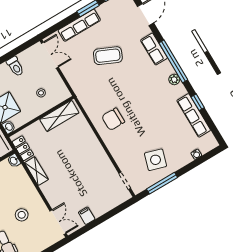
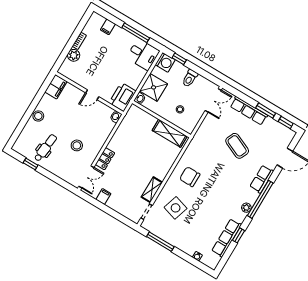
locker: (23, 148) -> (105, 159), moved
side table: (155, 160) -> (176, 208), moved
shelving: (36, 171) -> (152, 190), moved

